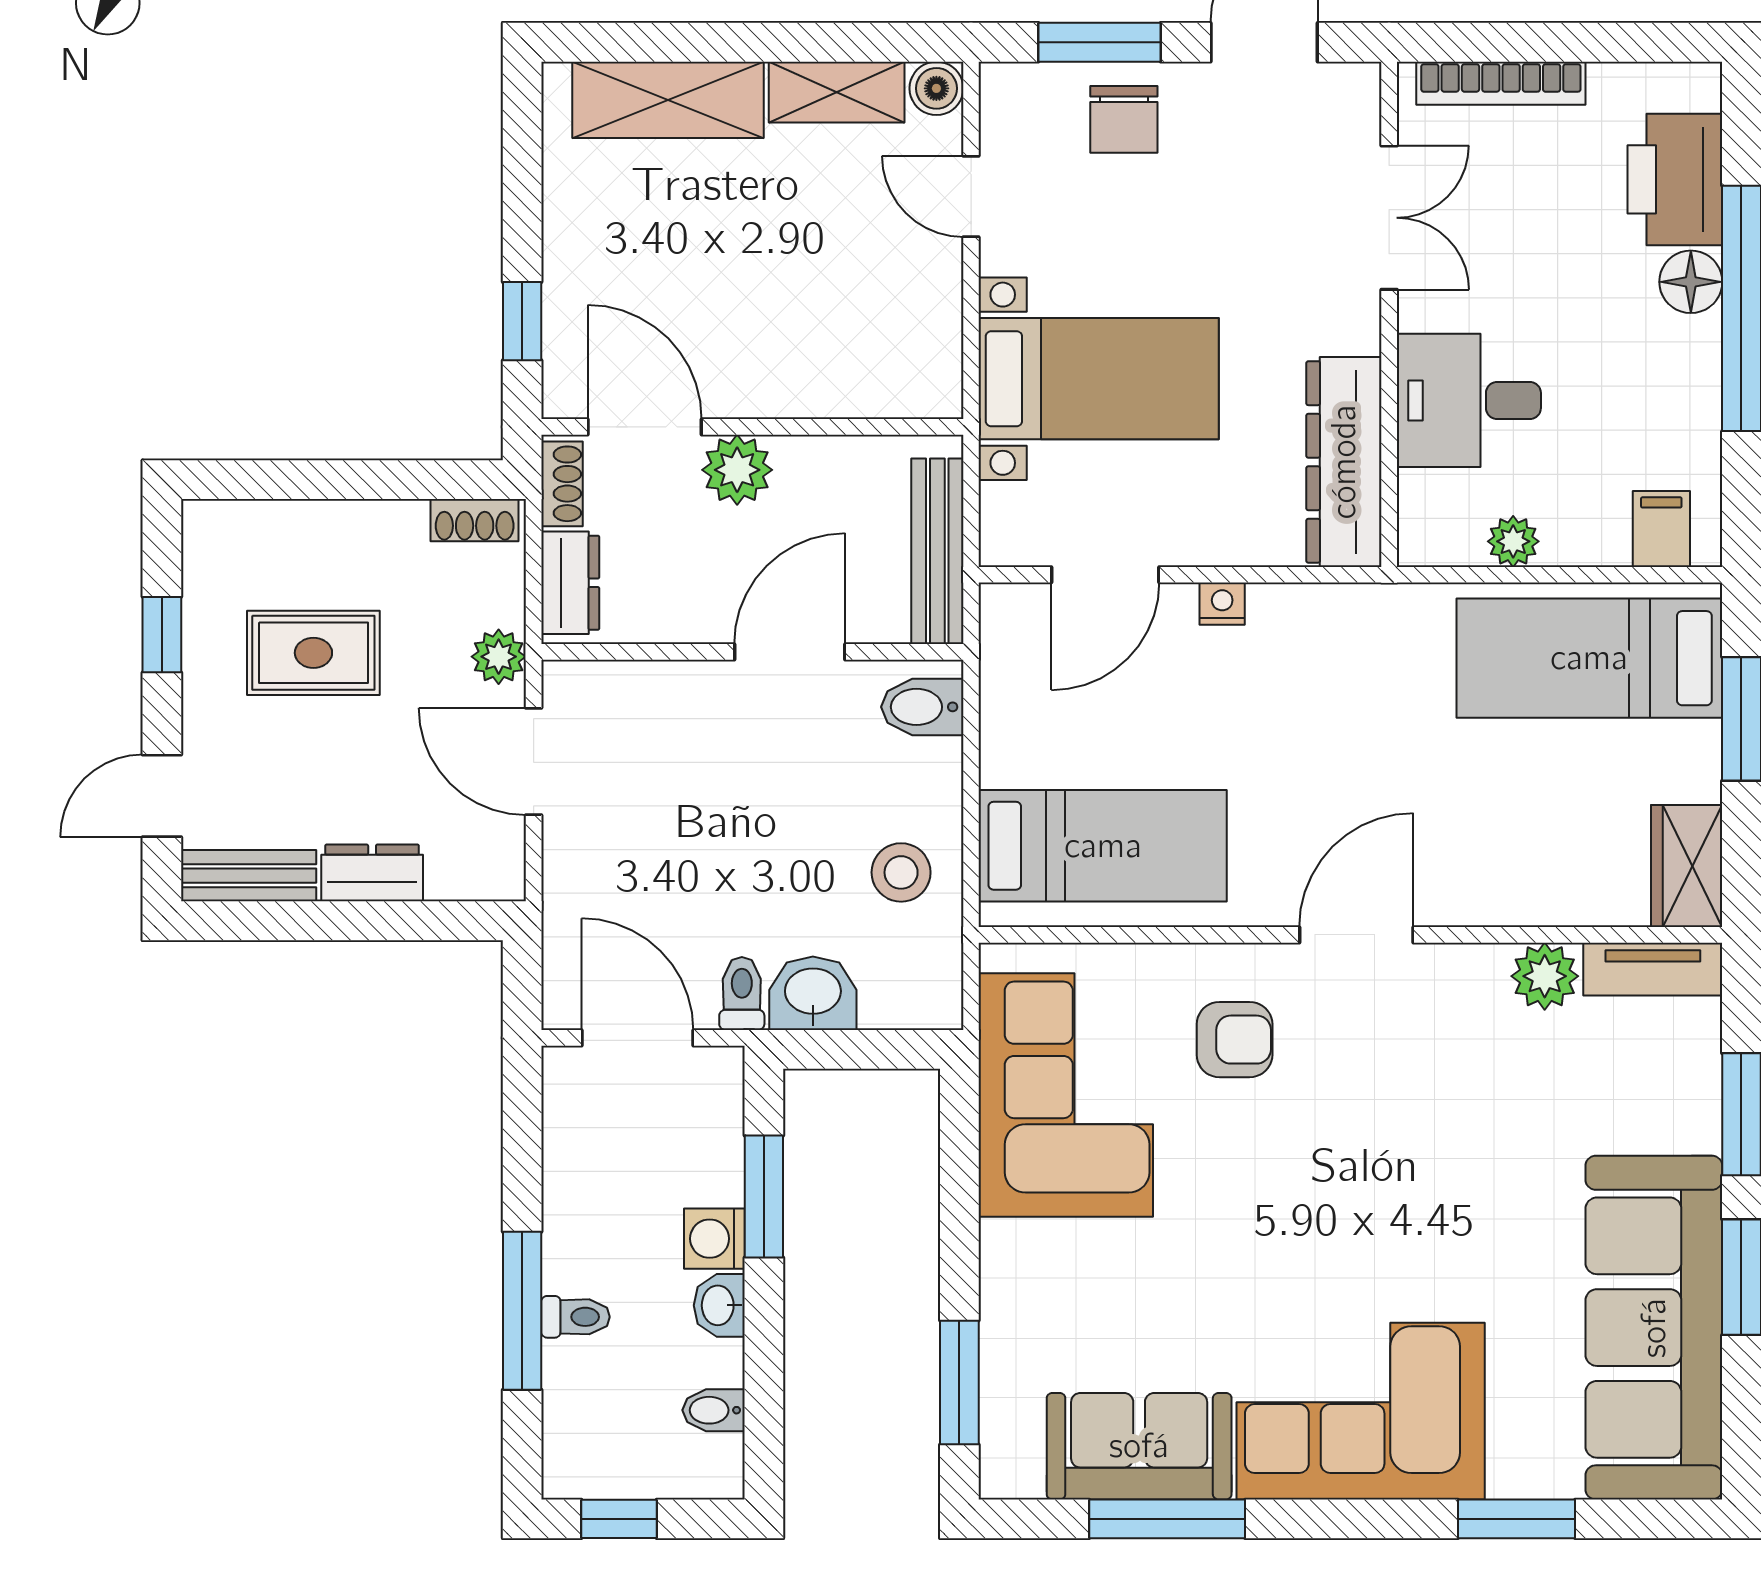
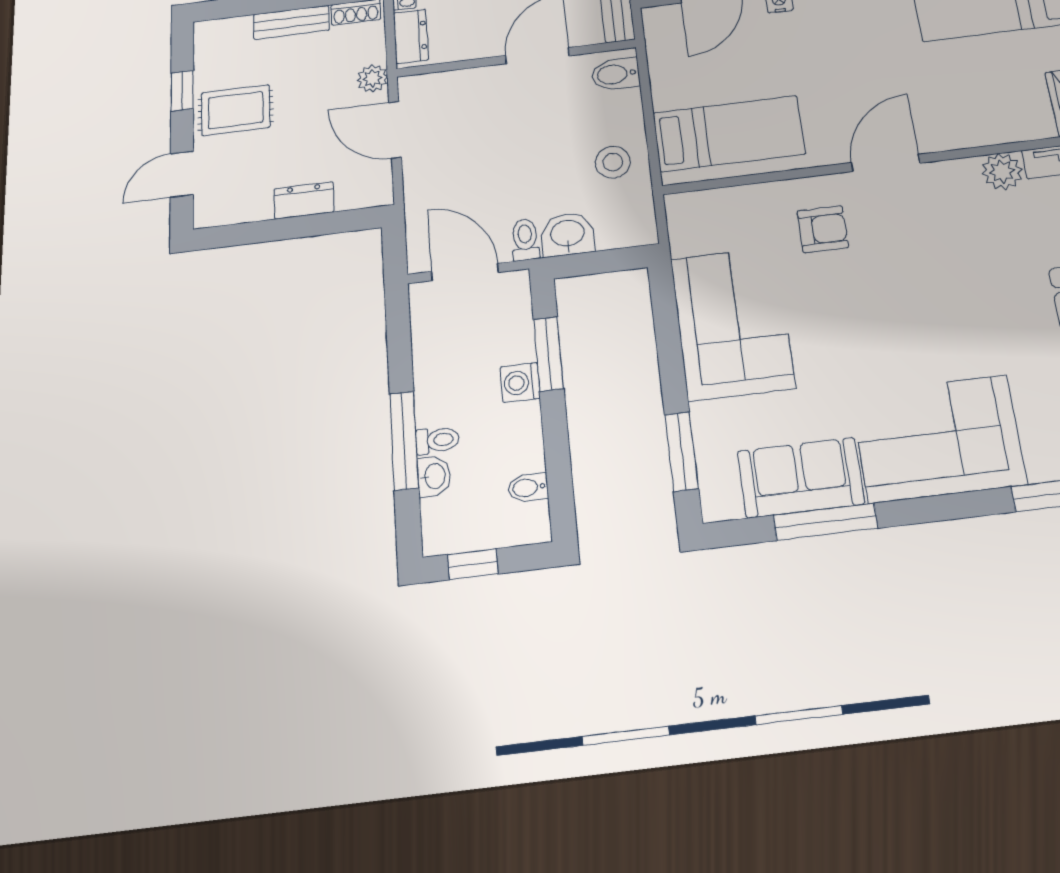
rug: (313, 653) -> (236, 110), moved
bench: (249, 876) -> (291, 22), moved
corner sofa: (1066, 1095) -> (732, 323), moved
washbasin: (719, 1305) -> (434, 476), moved, turned 180

